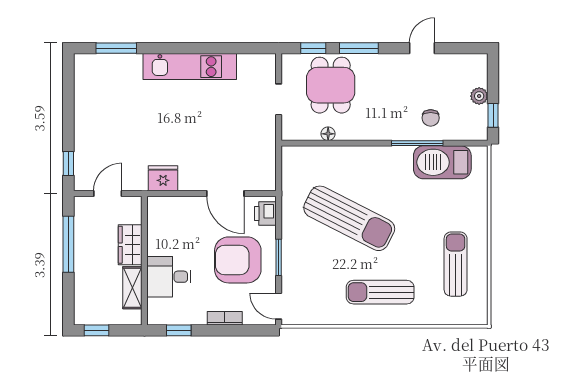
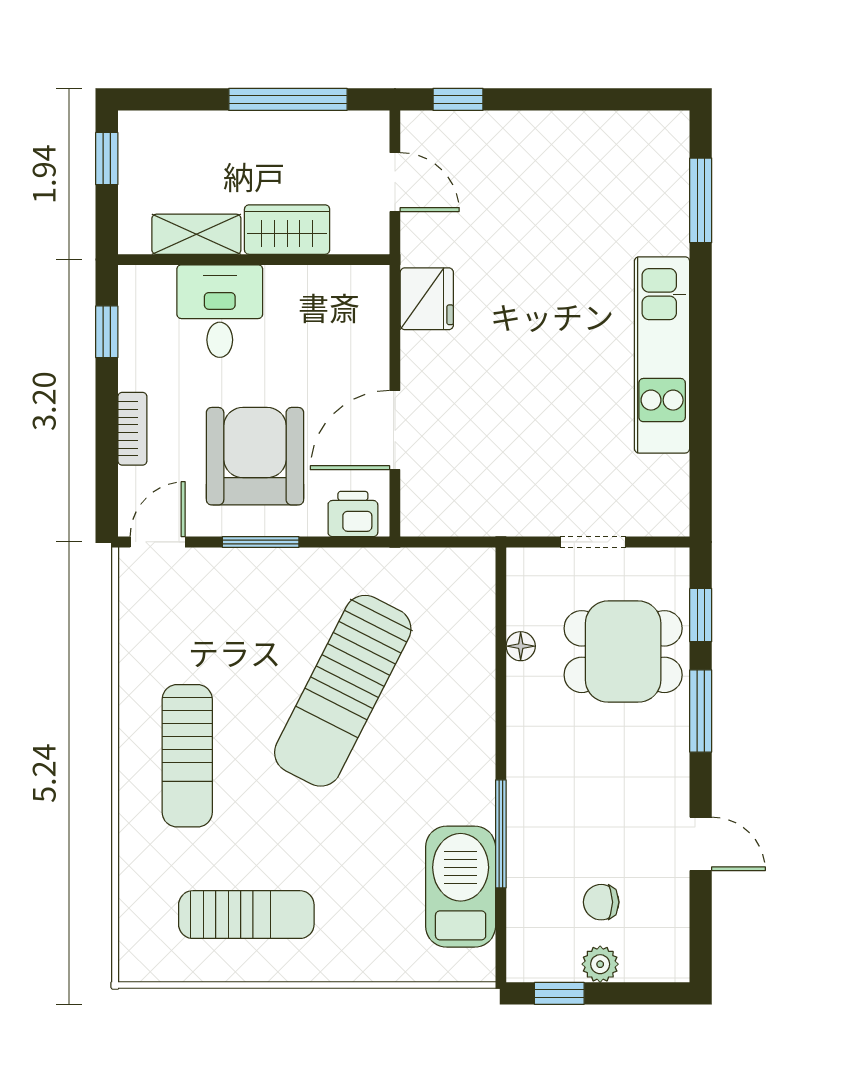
chair: (431, 118) -> (601, 902), moved
sun lounger: (380, 292) -> (187, 756), turned 180

